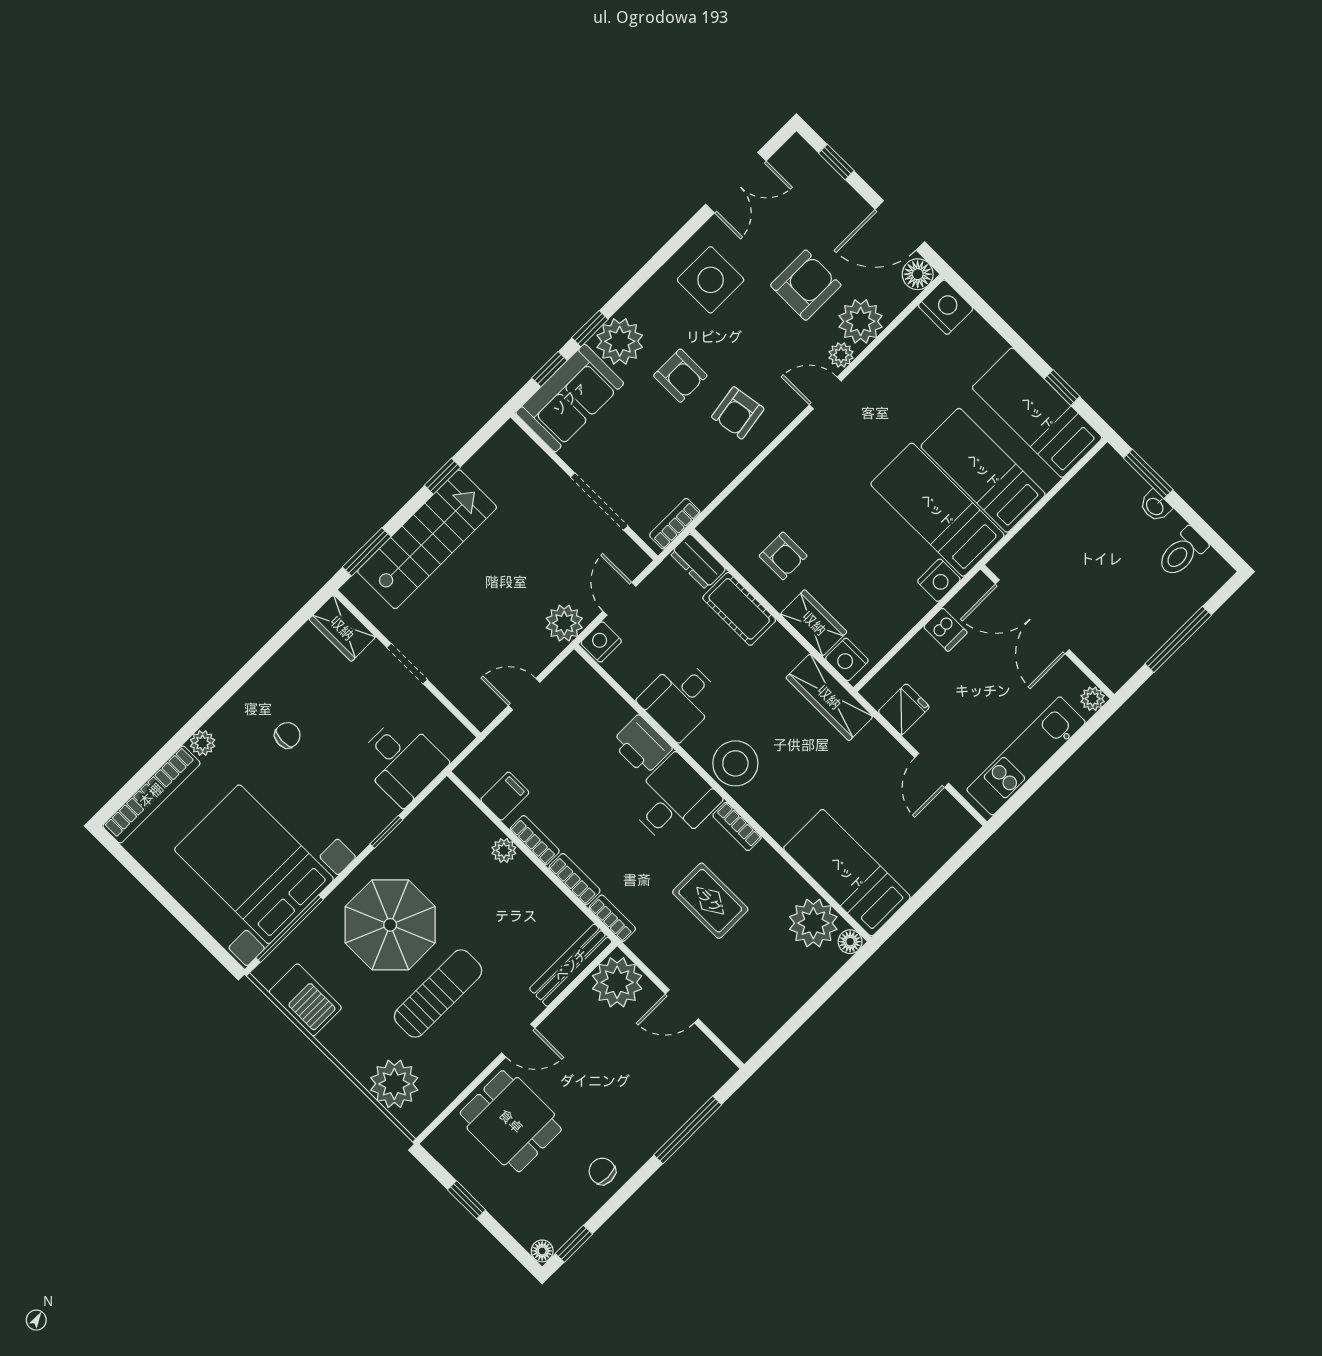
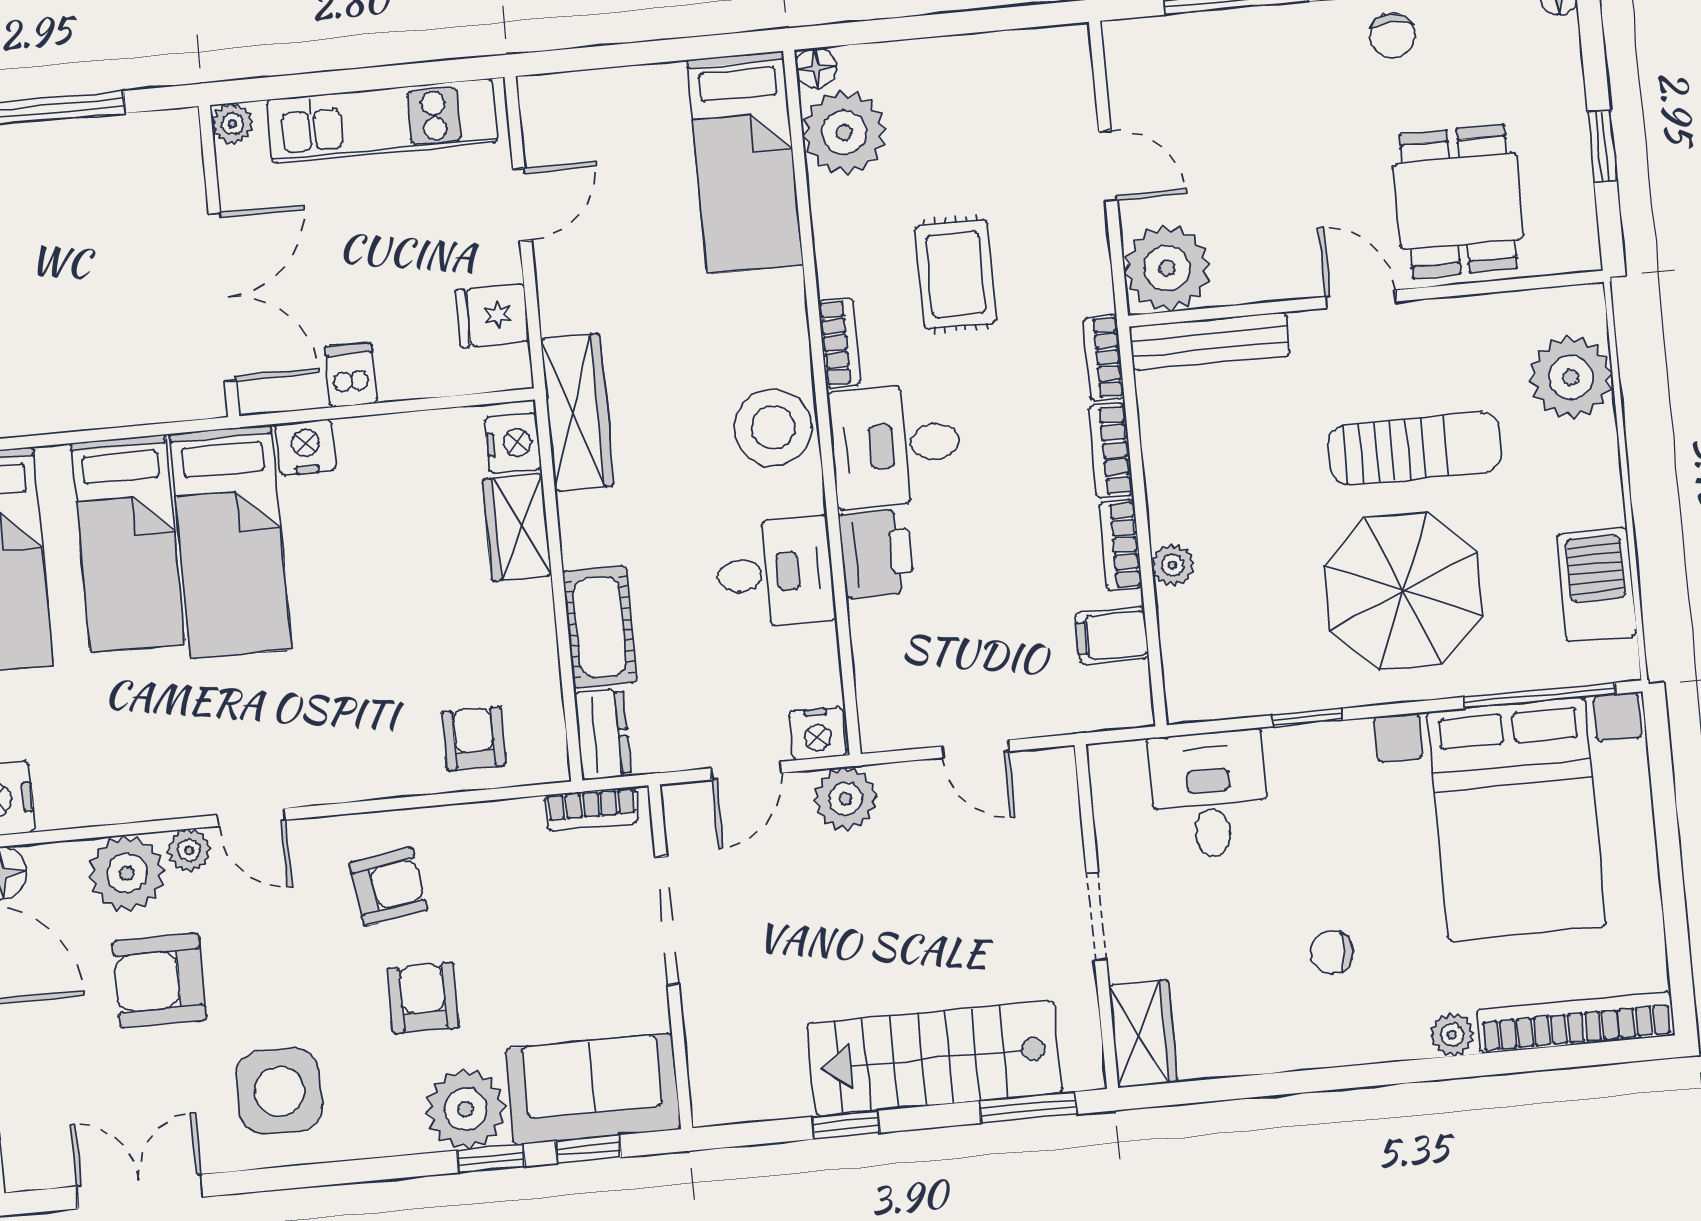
armchair: (783, 556) -> (474, 739), moved
sun lounger: (438, 993) -> (1415, 448), turned 180

